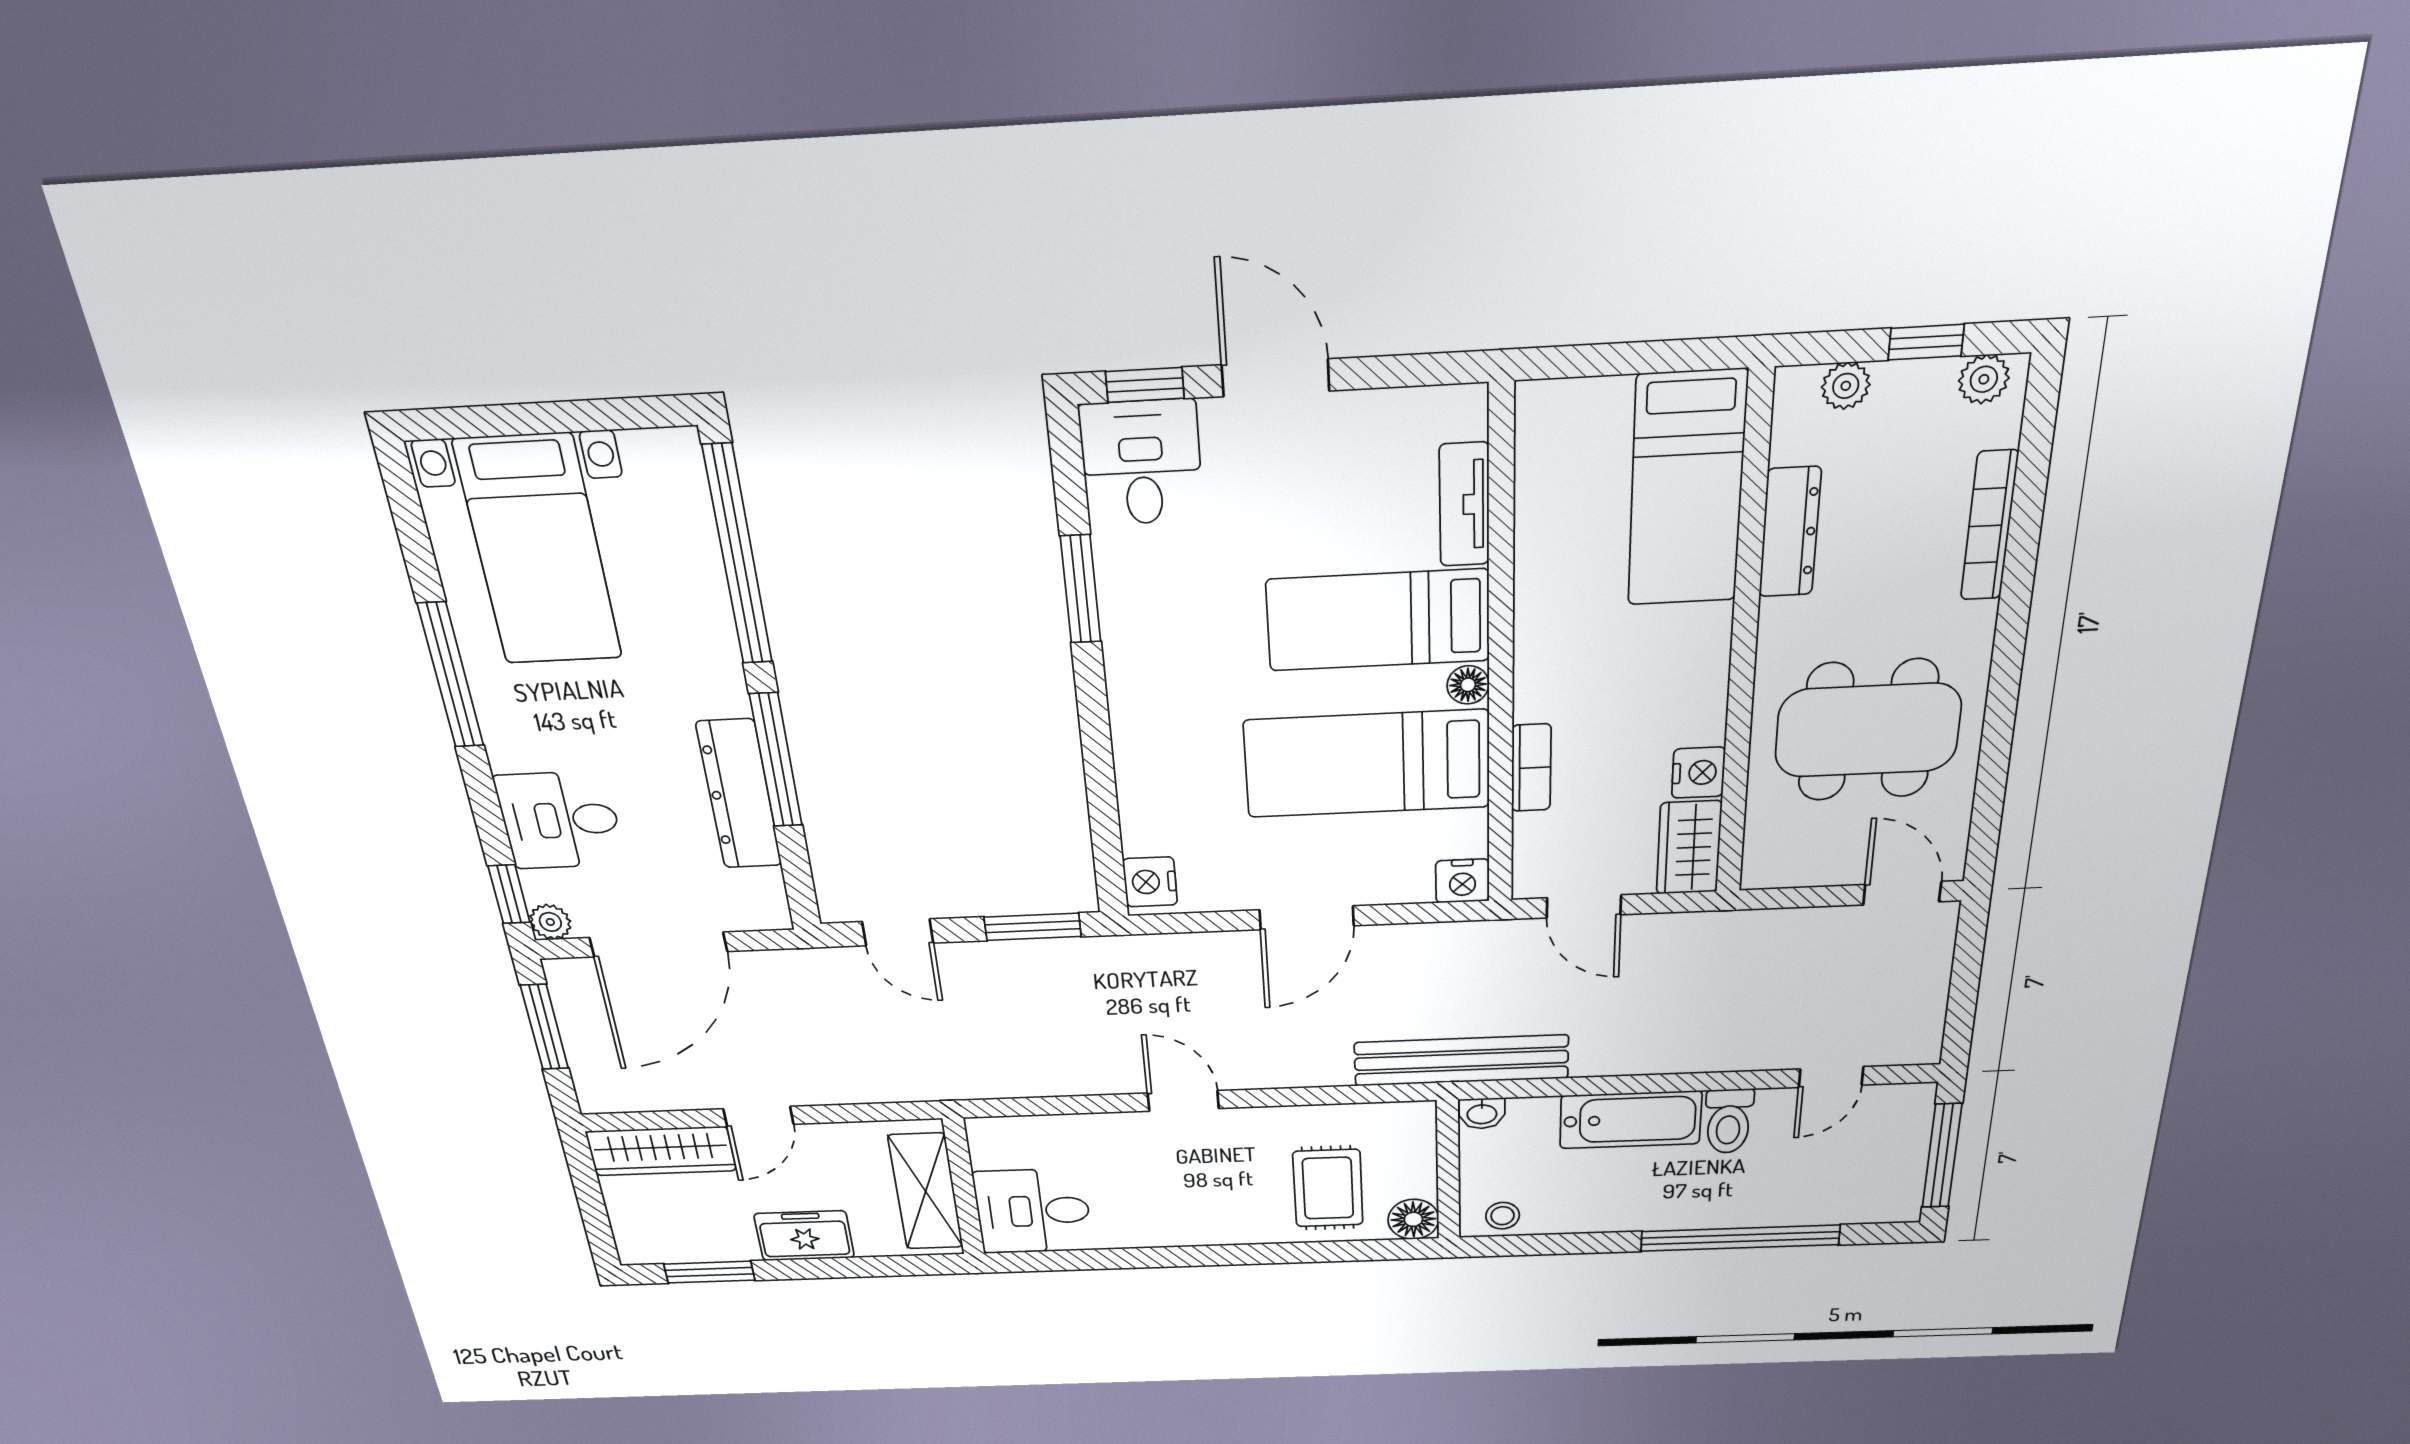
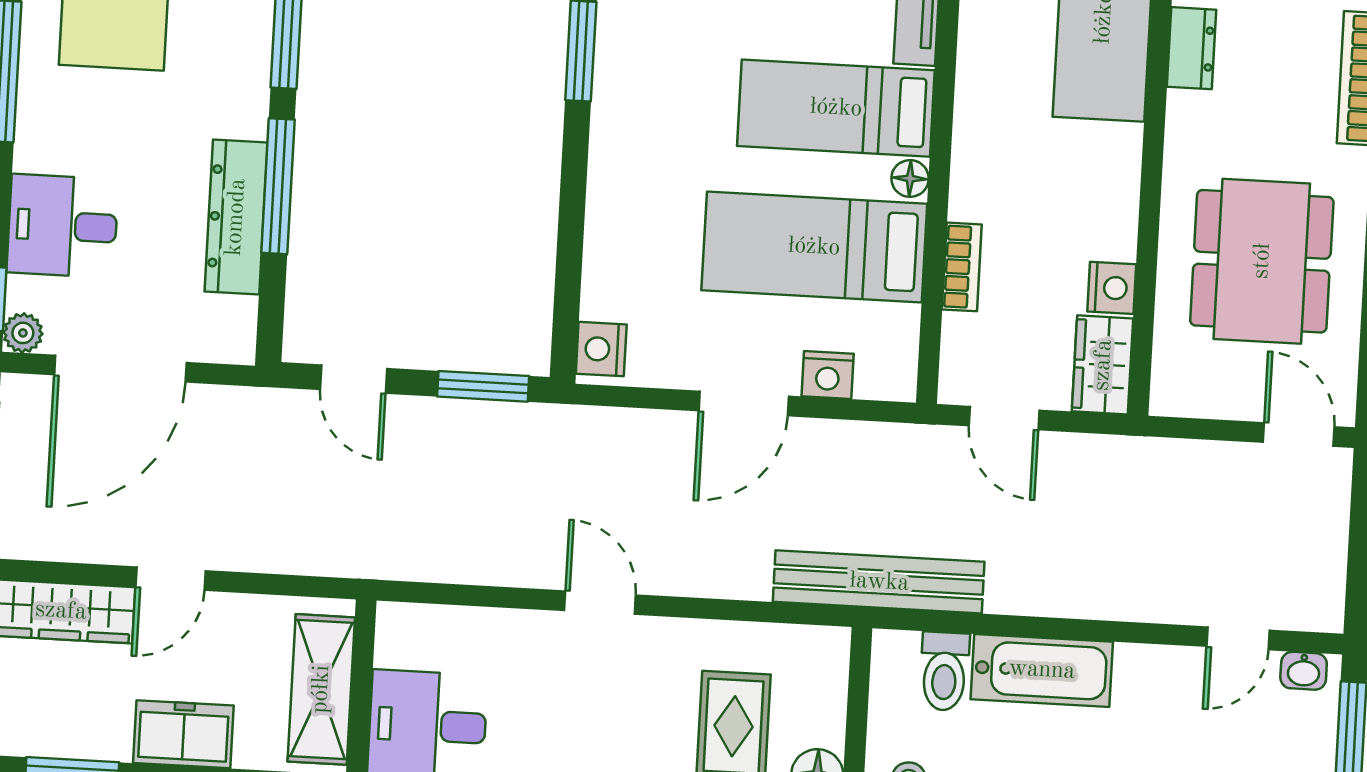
dresser: (1790, 532) -> (1191, 48), width x0.70
dining table: (1868, 730) -> (1262, 261), turned 90
nightstand: (1462, 881) -> (828, 375), moved
washbasin: (1482, 1113) -> (1304, 671), moved
toilet: (1729, 1121) -> (944, 671), moved

